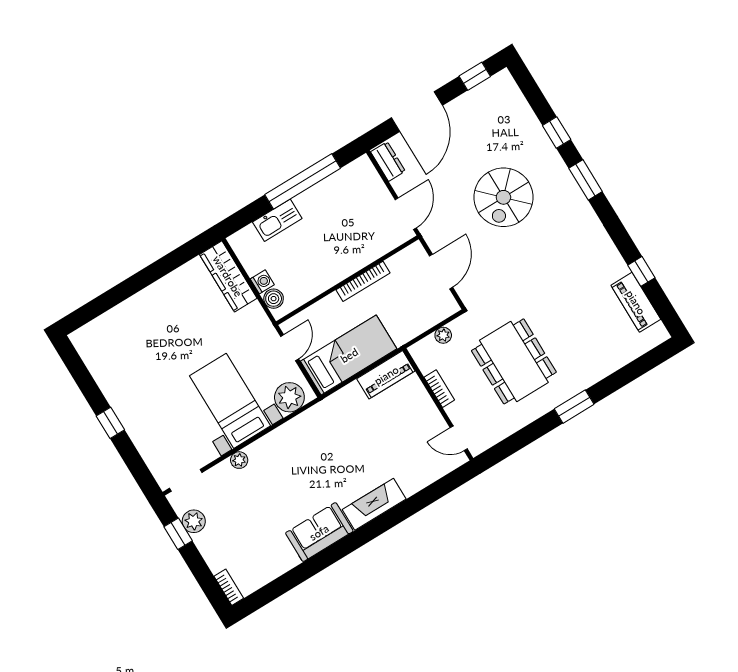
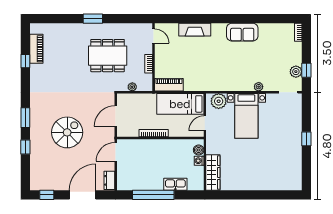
dining table: (514, 361) -> (108, 56), turned 90
fireplace: (374, 504) -> (195, 30), moved

